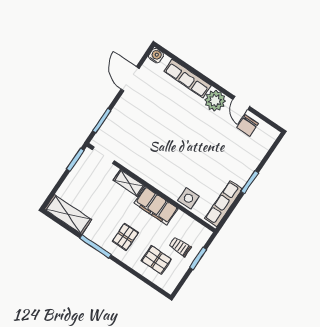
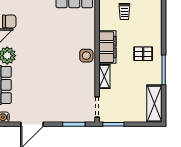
side table: (188, 198) -> (86, 56), moved
pallet: (156, 260) -> (144, 22), removed

